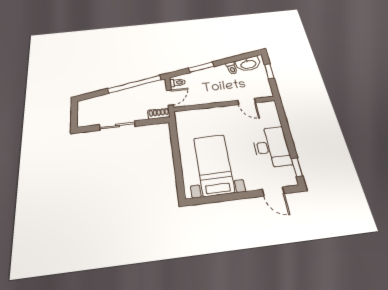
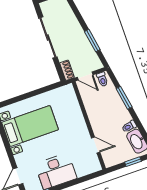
window: (135, 84) -> (92, 41), width x0.47
door: (247, 101) -> (96, 145), swing flipped
sliding door: (117, 126) -> (48, 37), width x1.37

